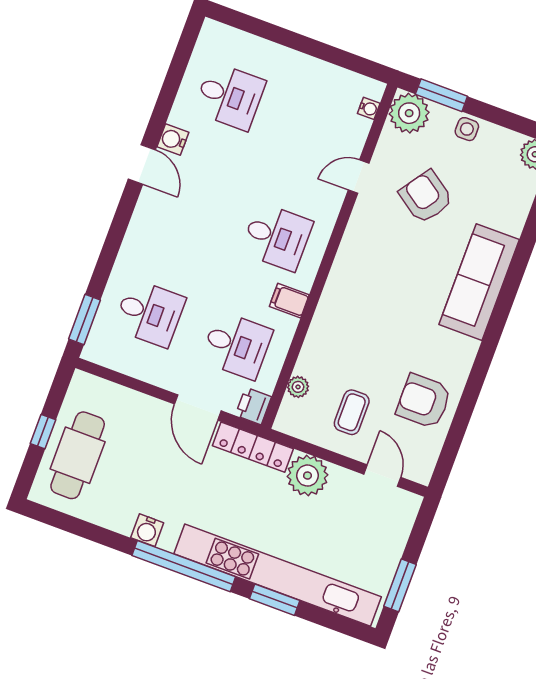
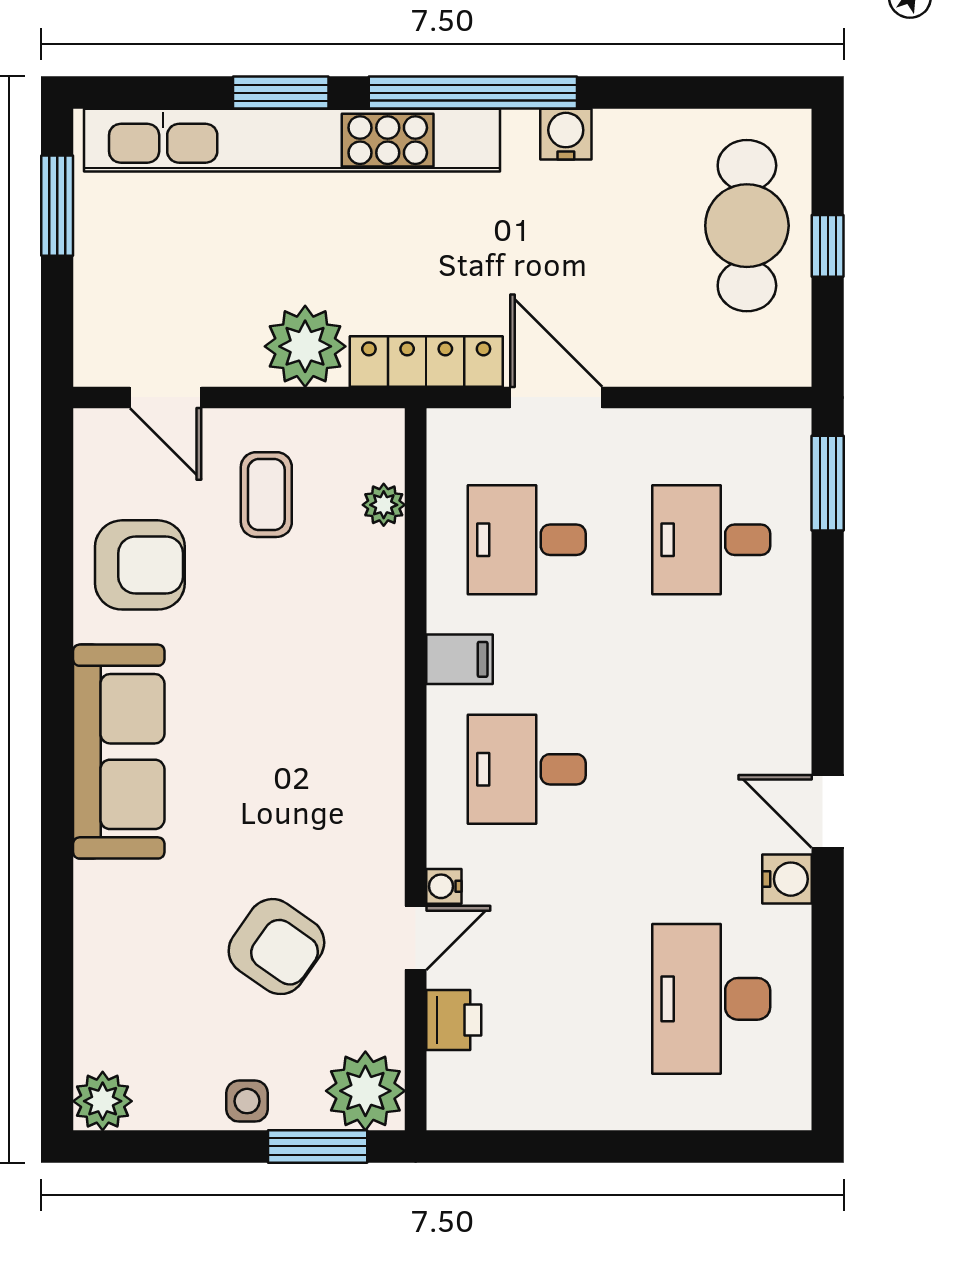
desk: (230, 96) -> (711, 999), width x1.37
water cooler: (369, 108) -> (444, 886), moved
sofa: (479, 282) -> (119, 752), moved
printer: (253, 406) -> (454, 1020), moved

